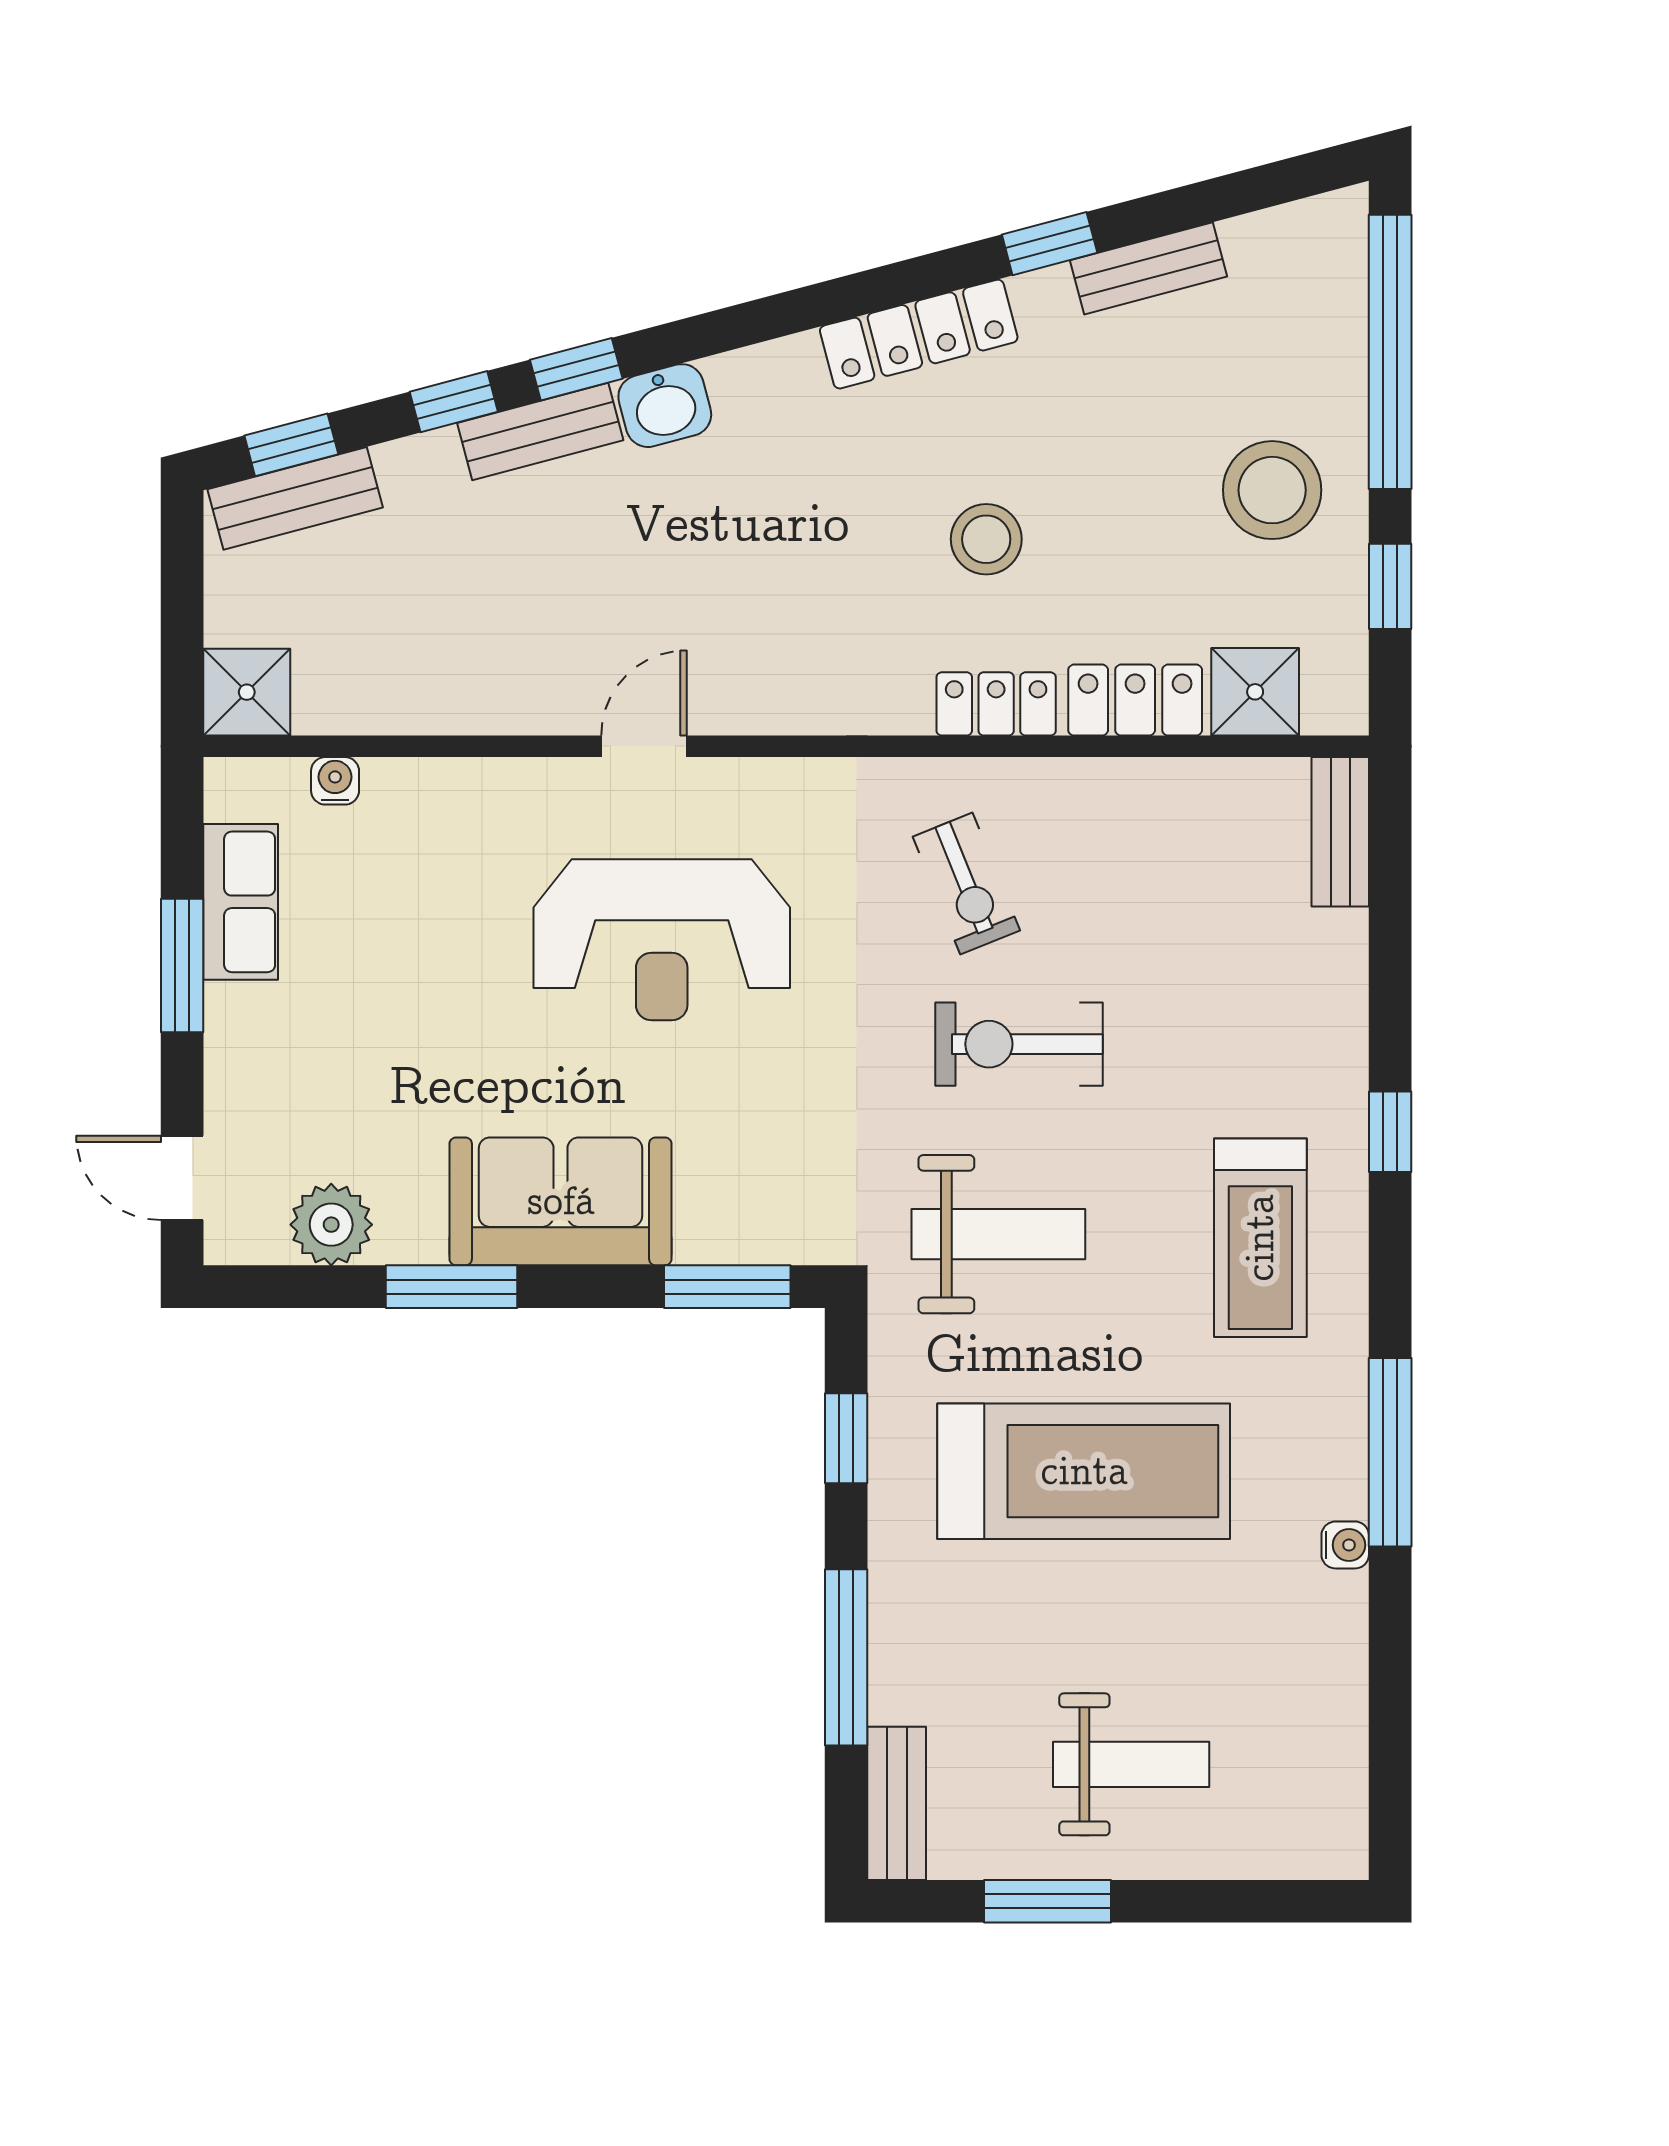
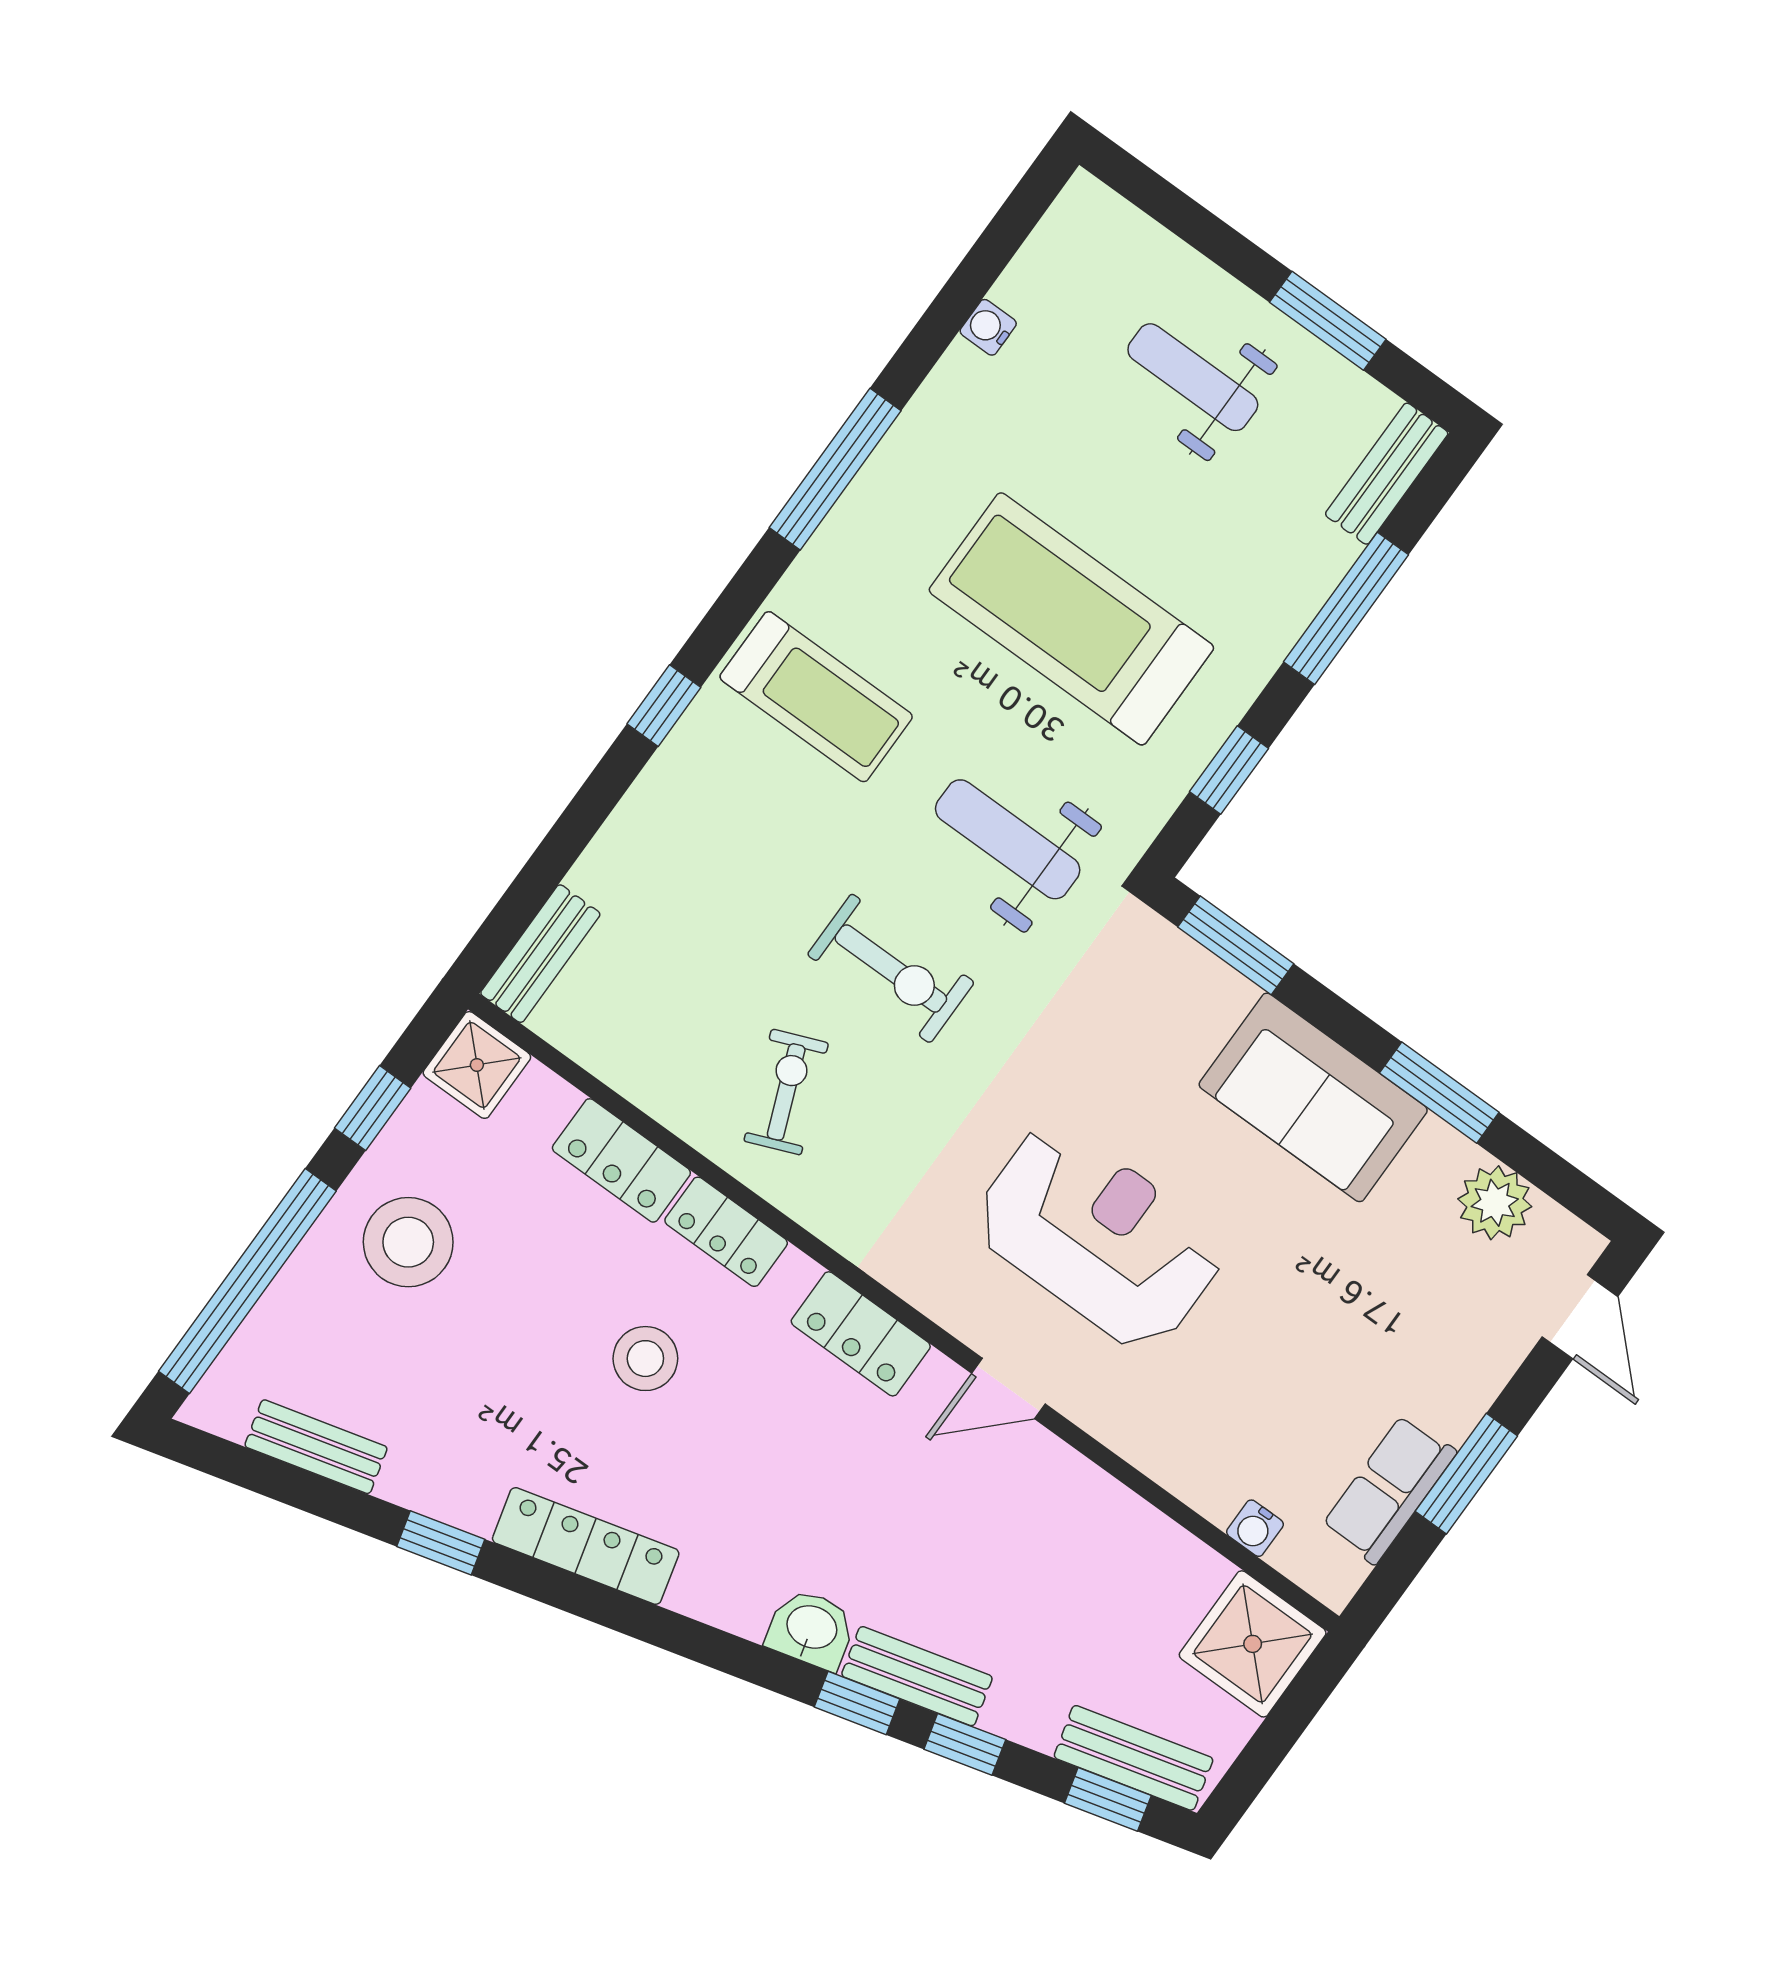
bench: (1148, 268) -> (316, 1447), moved
shower: (247, 692) -> (1253, 1644), width x1.36, depth x1.36
shower: (1255, 692) -> (477, 1065), moved
locker: (811, 700) -> (861, 1334), added
exercise bike: (966, 884) -> (786, 1092), moved
treadmill: (1260, 1238) -> (816, 697), turned 90
water cooler: (1345, 1545) -> (988, 327), moved

